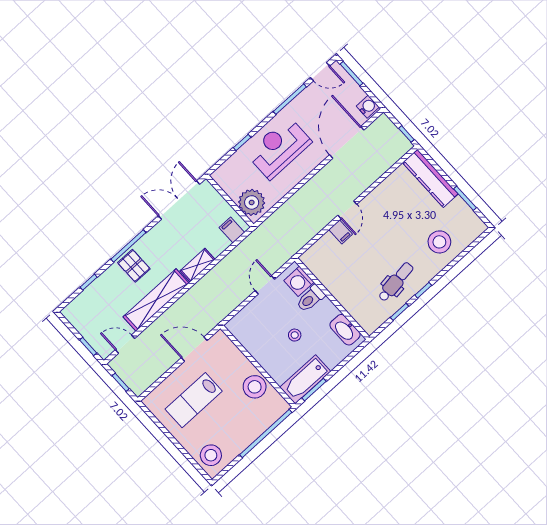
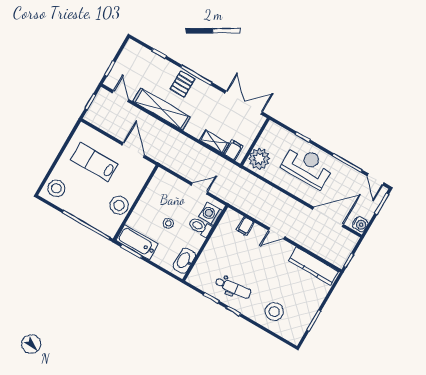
kitchen counter: (430, 178) -> (313, 266), moved, turned -90
filing cabinet: (341, 232) -> (245, 226), moved
shelving: (198, 265) -> (214, 142), moved

